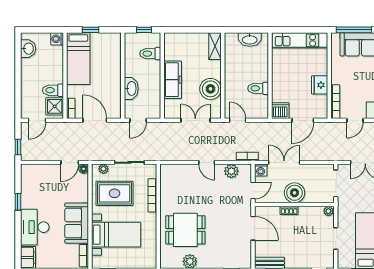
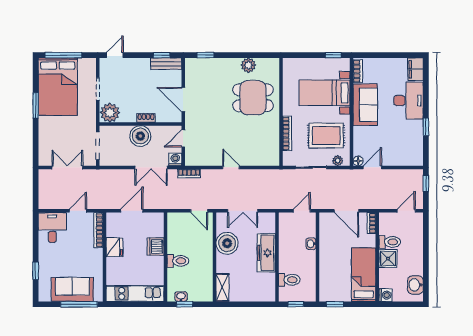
window: (90, 30) -> (335, 304), moved
window: (252, 30) -> (185, 304), added
washbasin: (250, 39) -> (181, 297), width x0.52, depth x0.69
washbasin: (131, 88) -> (311, 244), width x0.52, depth x0.69
toilet: (258, 88) -> (178, 261), moved
shower: (55, 106) -> (388, 259), moved
dishwasher: (280, 111) -> (156, 247), moved, turned 90
plant: (231, 171) -> (206, 158), removed
plant: (328, 211) -> (110, 113), width x1.88, depth x1.88

